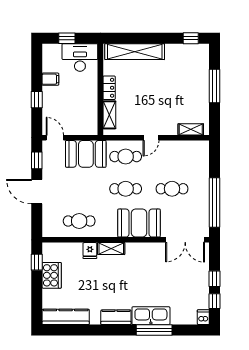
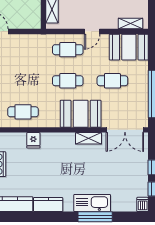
booth: (86, 154) -> (129, 47), moved
shelving: (111, 249) -> (88, 138), moved
kitchen counter: (116, 317) -> (48, 204), moved

